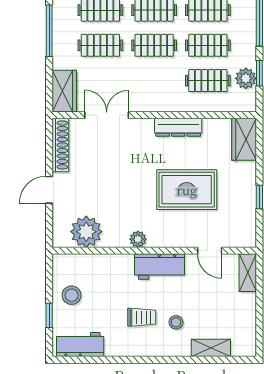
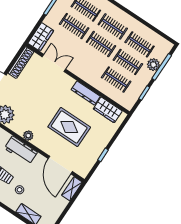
plant: (246, 78) -> (153, 65), moved
wardrobe: (244, 139) -> (108, 110), moved, turned -90
door: (210, 251) -> (60, 165), width x1.88
workbench: (159, 266) -> (21, 150), moved

